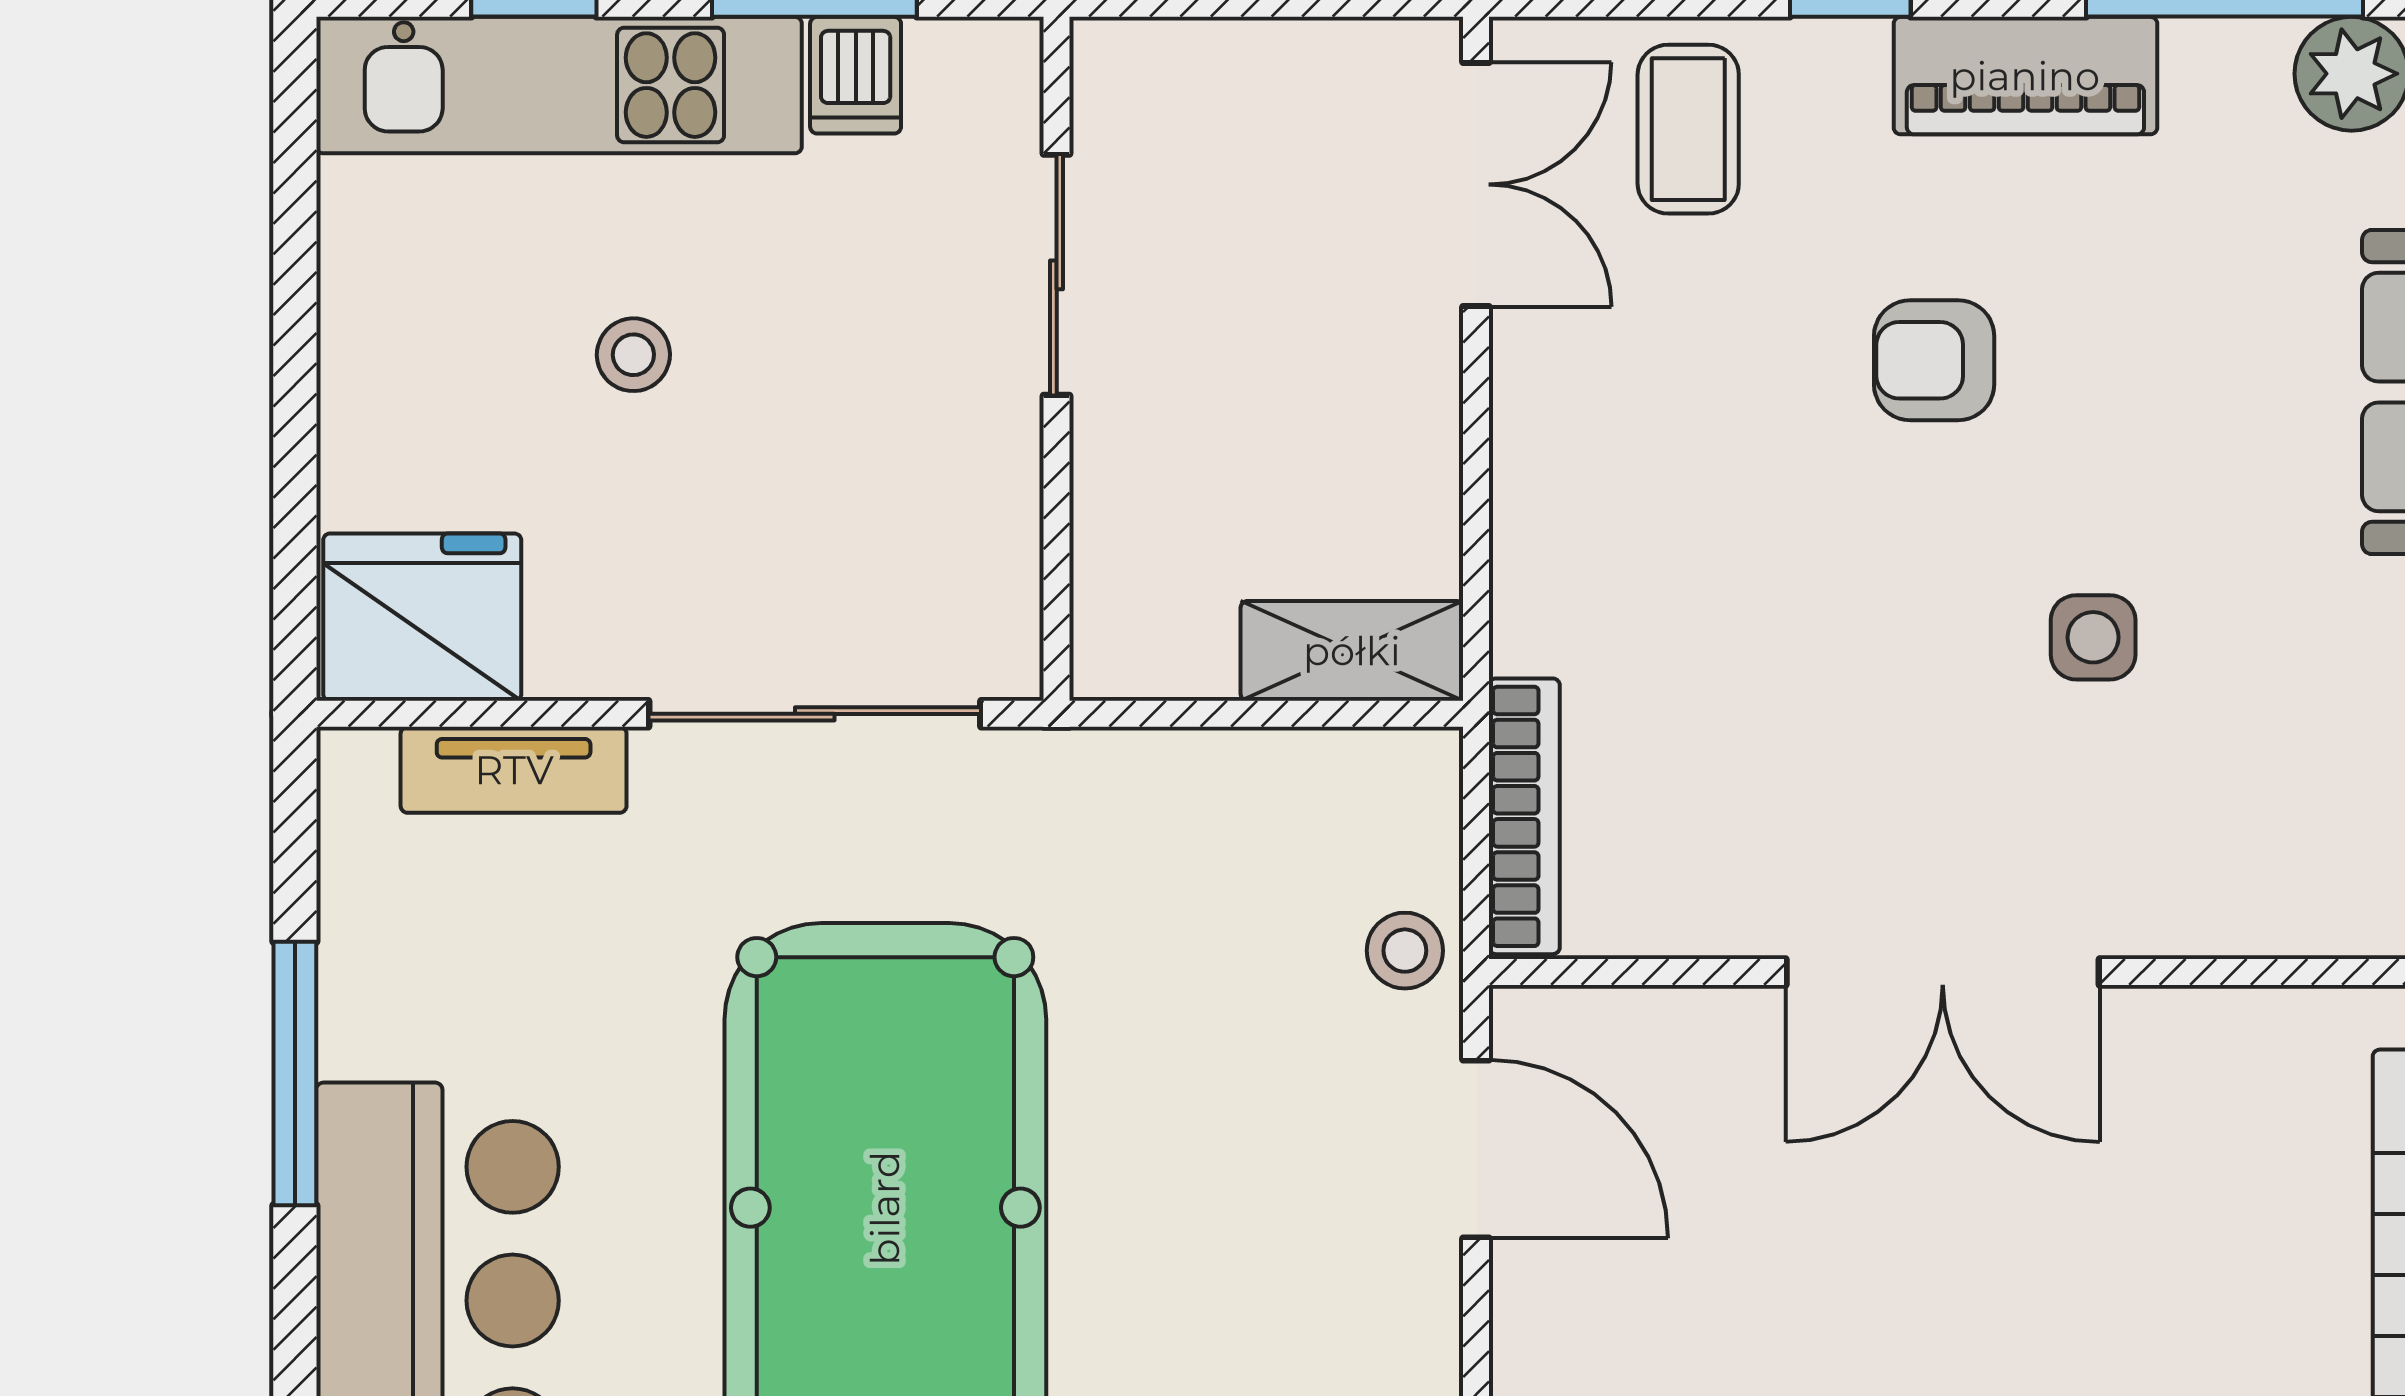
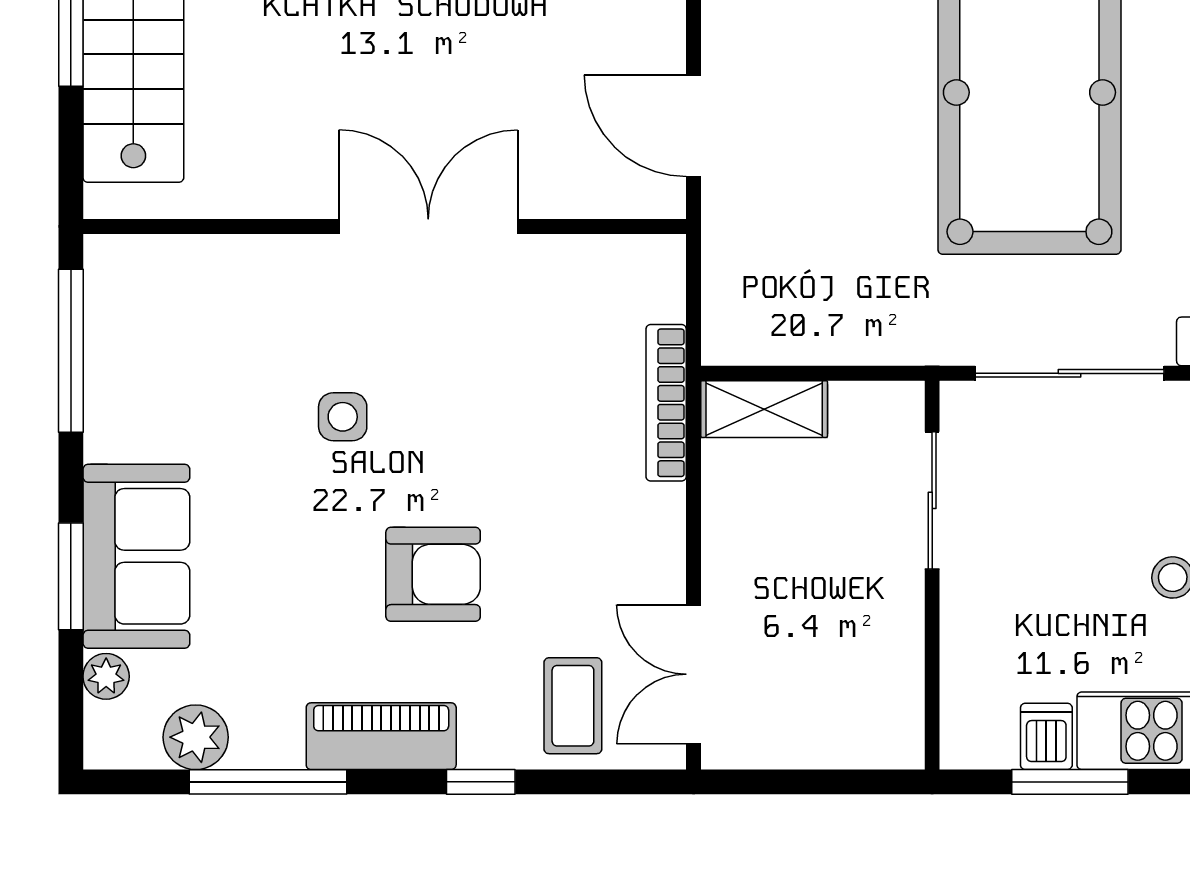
sliding door: (1057, 275) -> (932, 500), moved
armchair: (1934, 360) -> (433, 574), width x1.38, depth x1.38
bookcase: (1524, 816) -> (666, 403), moved
stool: (1405, 951) -> (734, 239), removed

